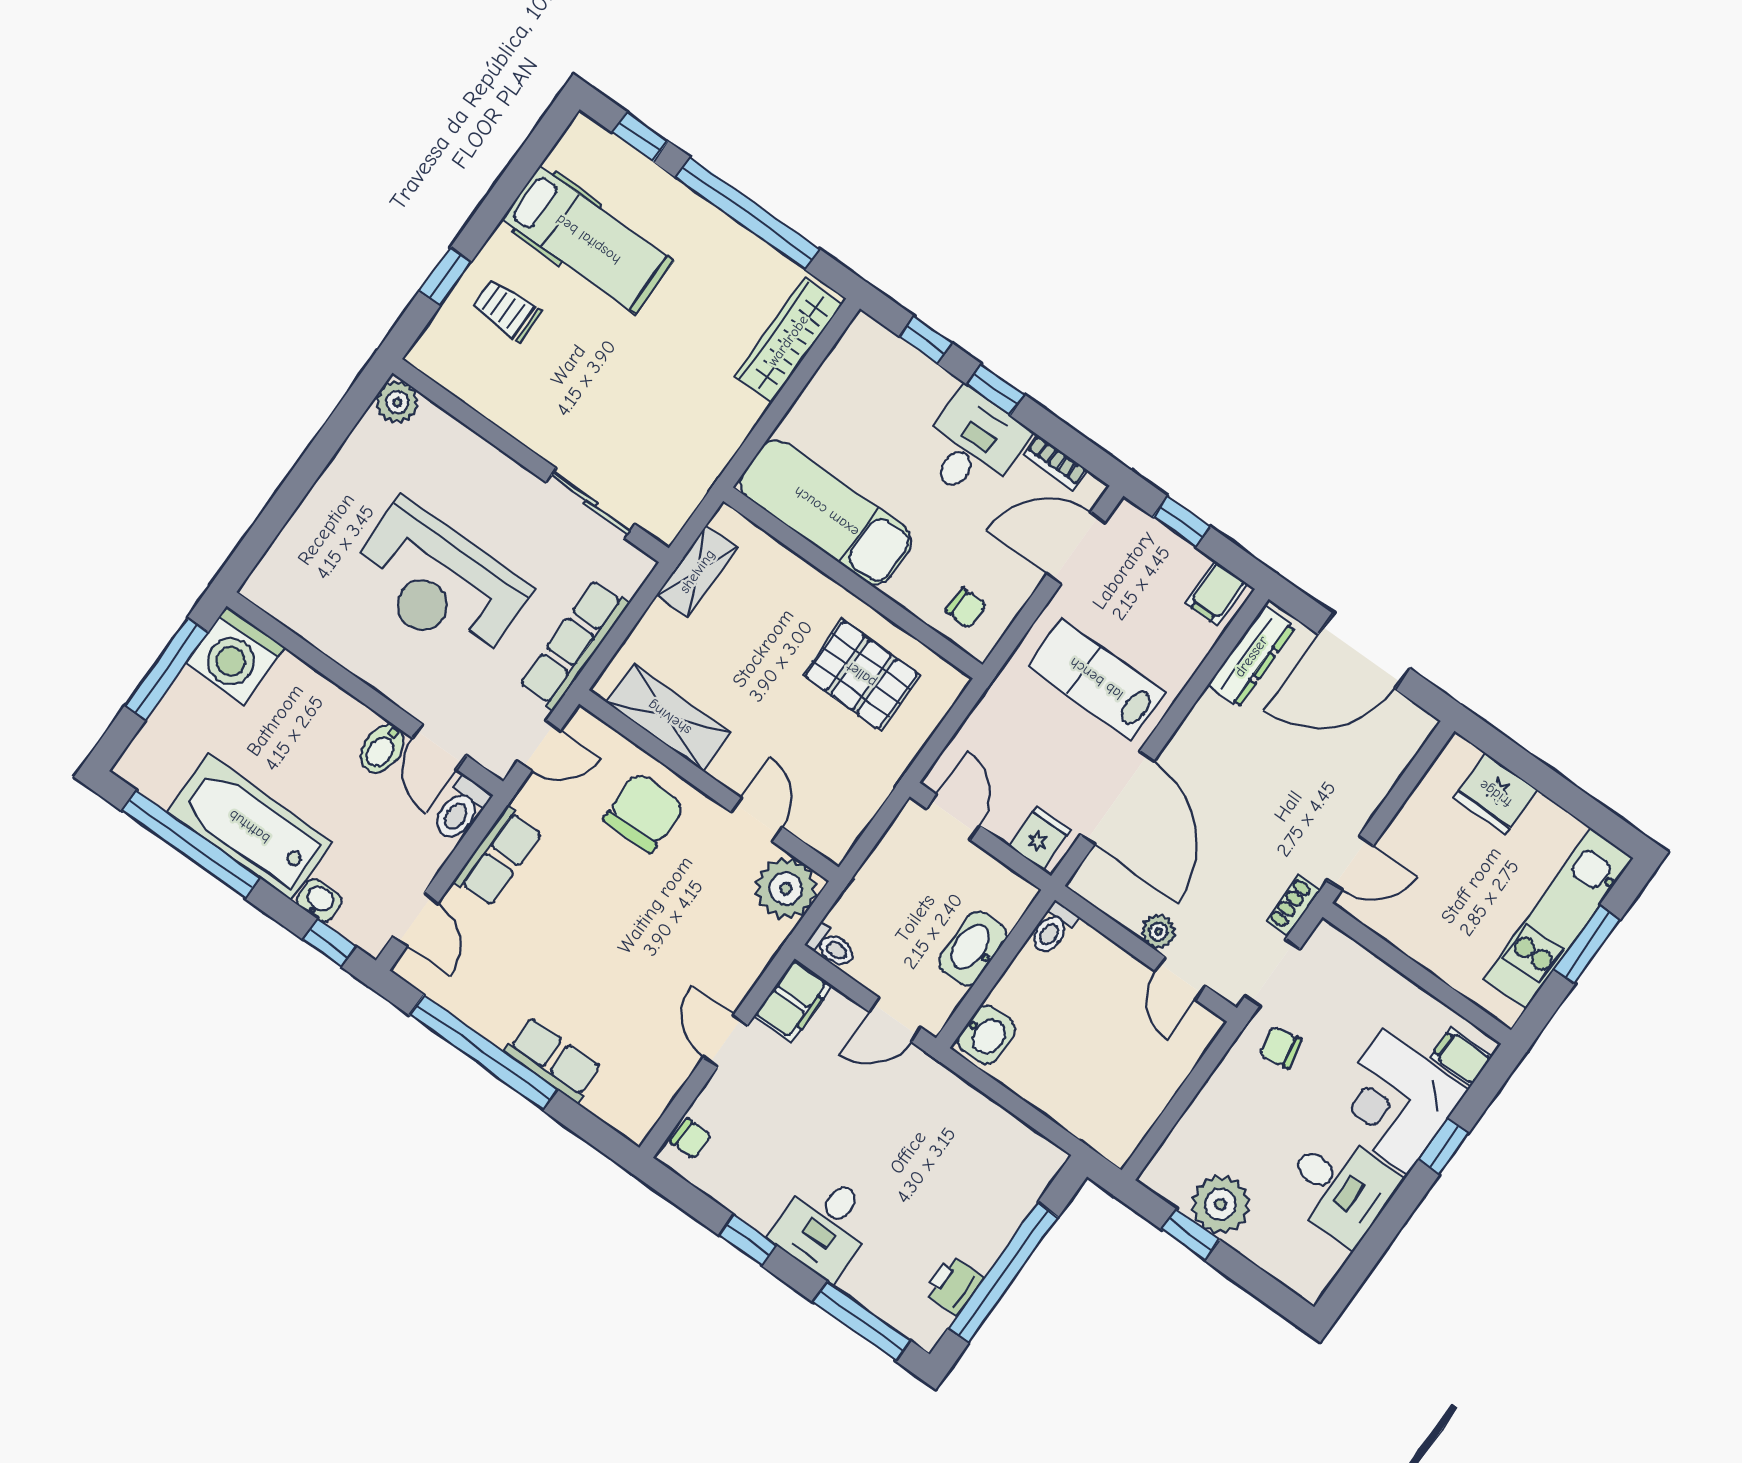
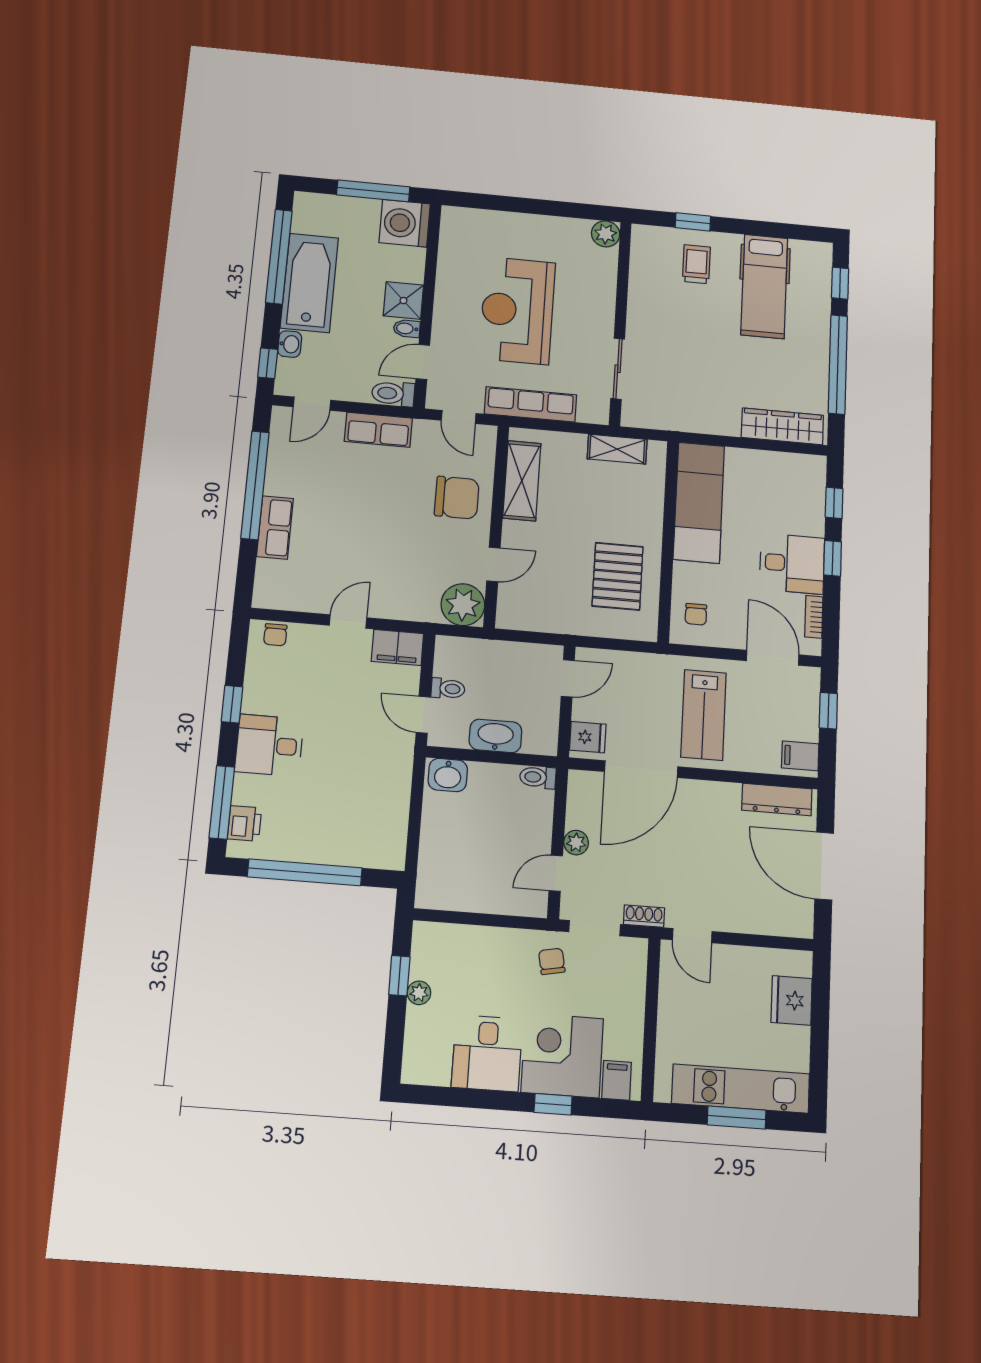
lab bench: (1096, 679) -> (704, 715), turned 180
shower: (342, 721) -> (403, 301), added
bidet: (382, 748) -> (407, 329), width x0.72, depth x0.74
toilet: (831, 947) -> (448, 689), moved, turned -90
plant: (1221, 1204) -> (419, 993), width x0.53, depth x0.53
printer: (953, 1285) -> (245, 823), moved, turned 90

